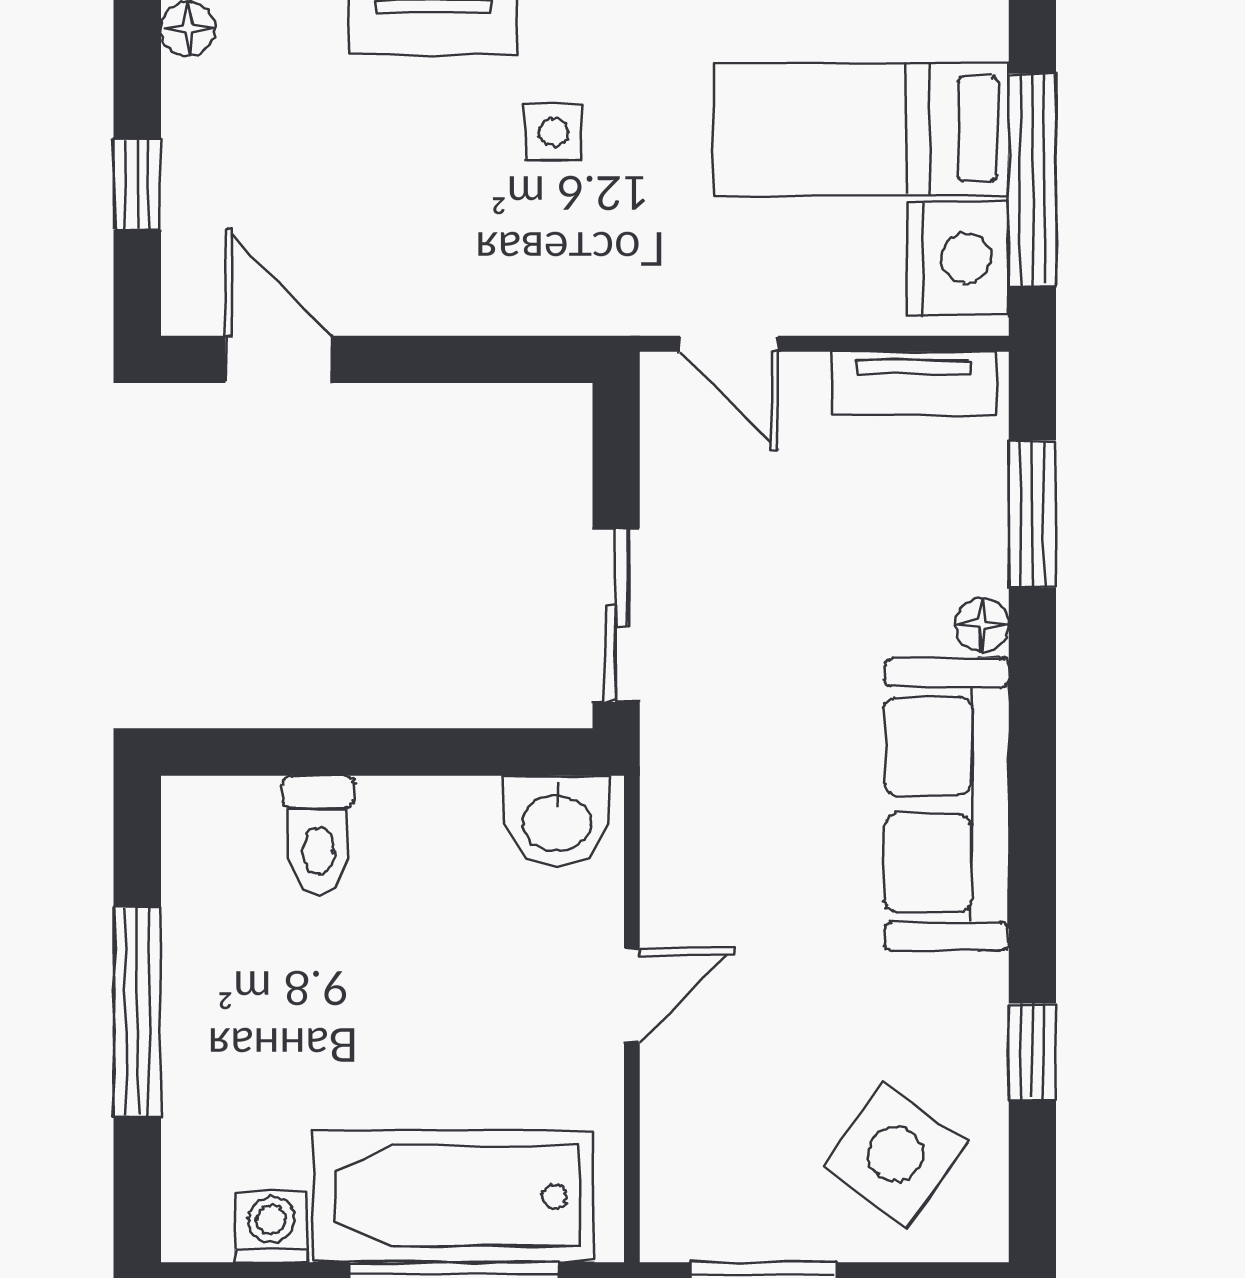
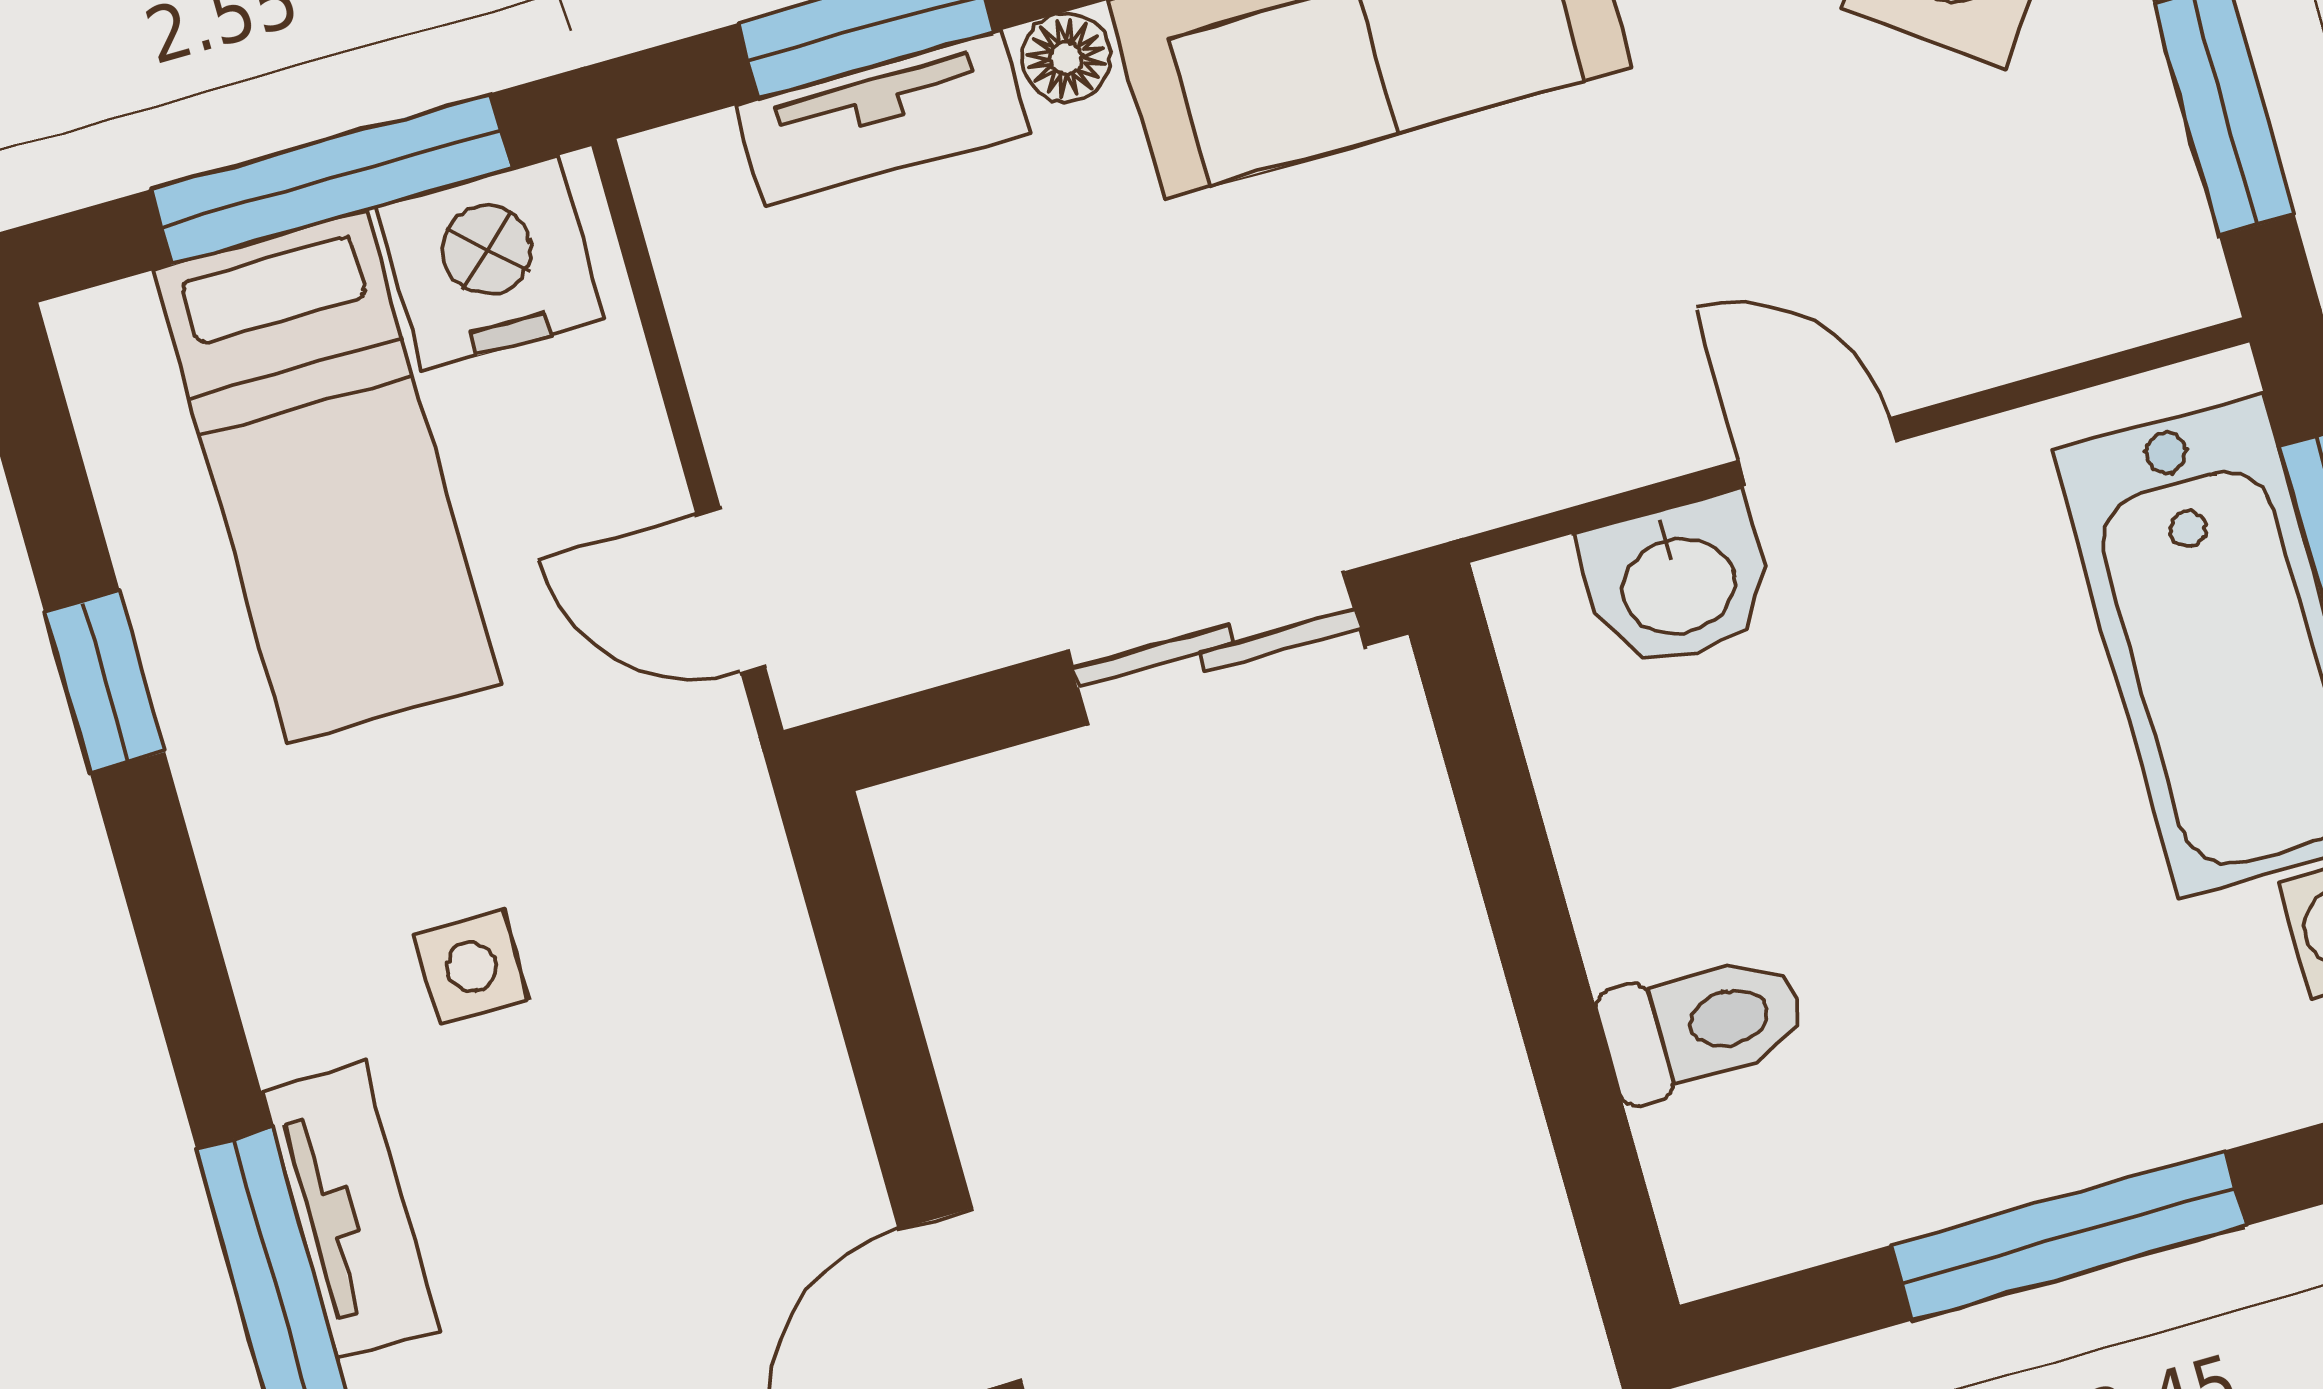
door: (729, 344) -> (731, 590), swing flipped
tv unit: (914, 383) -> (883, 119), moved, turned 90
washbasin: (557, 820) -> (1677, 582), moved, turned 90

